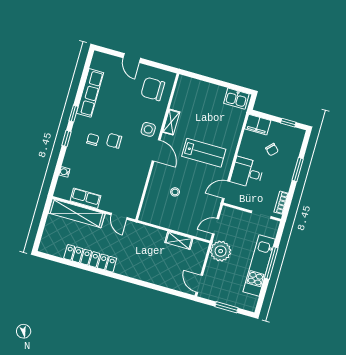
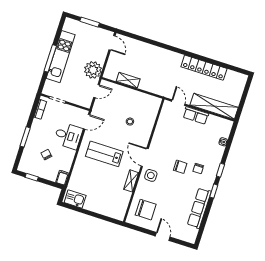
filing cabinet: (258, 125) -> (62, 178), width x0.50
row of seats: (86, 198) -> (196, 115), moved

